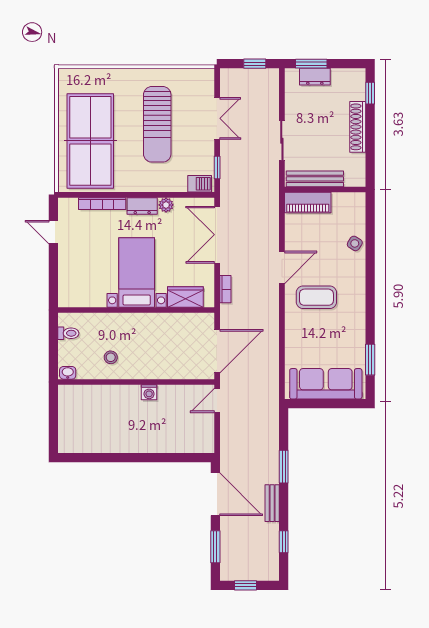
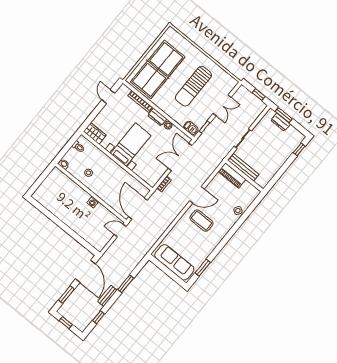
shoe rack: (358, 127) -> (281, 160), removed
wardrobe: (185, 297) -> (95, 133), moved
door: (217, 351) -> (138, 209), swing flipped

